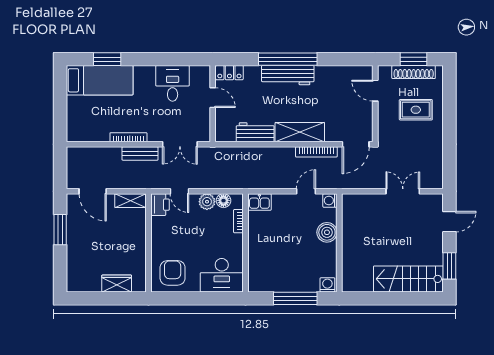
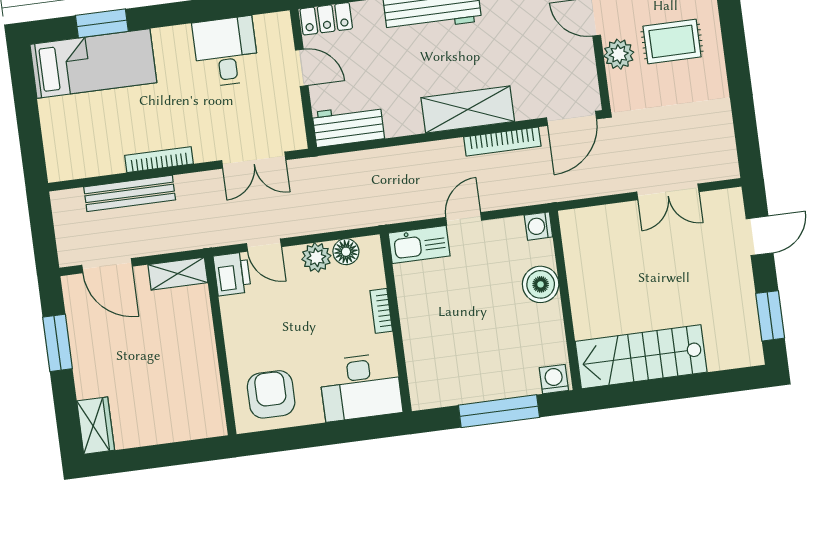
plant: (386, 113) -> (619, 54), added
workbench: (255, 132) -> (348, 125), moved
bench: (140, 153) -> (130, 193), moved, width x1.36
door: (306, 191) -> (464, 219), moved
double door: (403, 191) -> (668, 192), swing flipped
kitchen sink: (259, 202) -> (419, 244), width x1.38
bookcase: (238, 221) -> (381, 311), moved
stairs: (408, 279) -> (641, 357), moved
wardrobe: (117, 283) -> (96, 426), moved, turned 90

